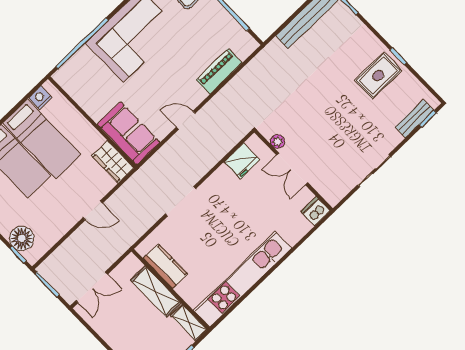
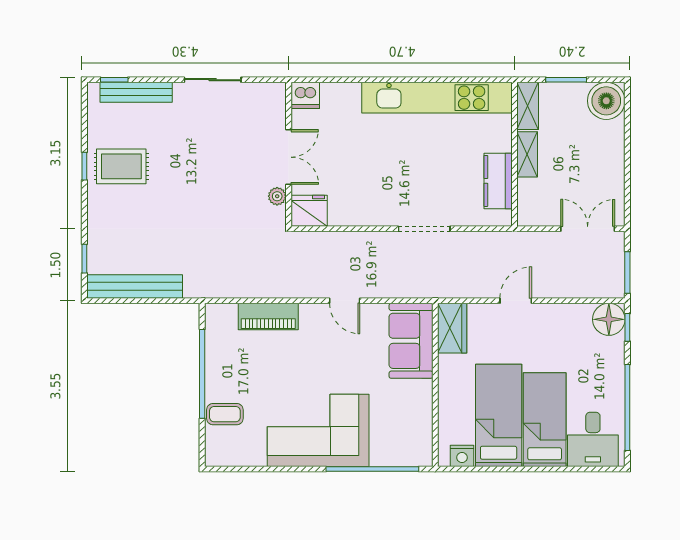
bench: (414, 119) -> (136, 92), width x1.36
fridge: (242, 161) -> (309, 211), moved
door: (93, 210) -> (516, 301), hinge flipped
floor lamp: (22, 238) -> (609, 319), moved
shelving: (156, 292) -> (527, 154), width x0.67, depth x0.75

